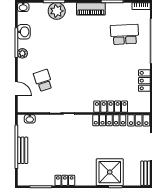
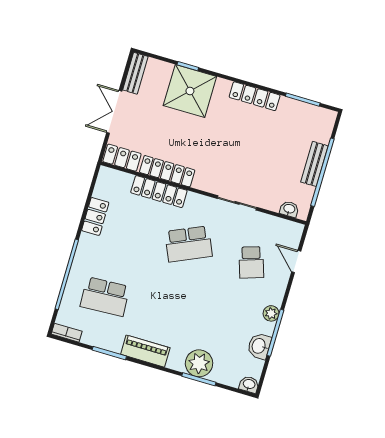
school desk: (84, 80) -> (189, 244), added
locker: (65, 180) -> (255, 96), width x1.53

